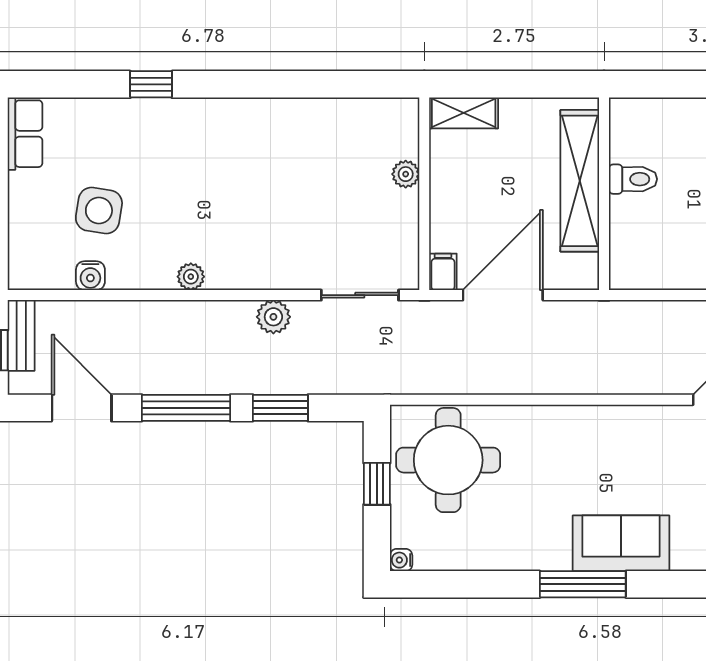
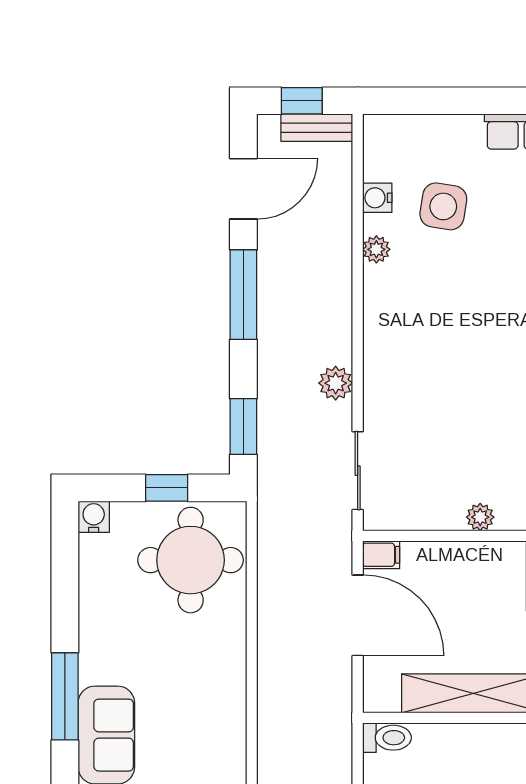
toilet: (633, 179) -> (387, 738), moved, turned -90
plant: (191, 277) -> (376, 249), moved
window: (280, 408) -> (243, 427), moved
water cooler: (401, 560) -> (94, 517), width x1.38, depth x1.38

